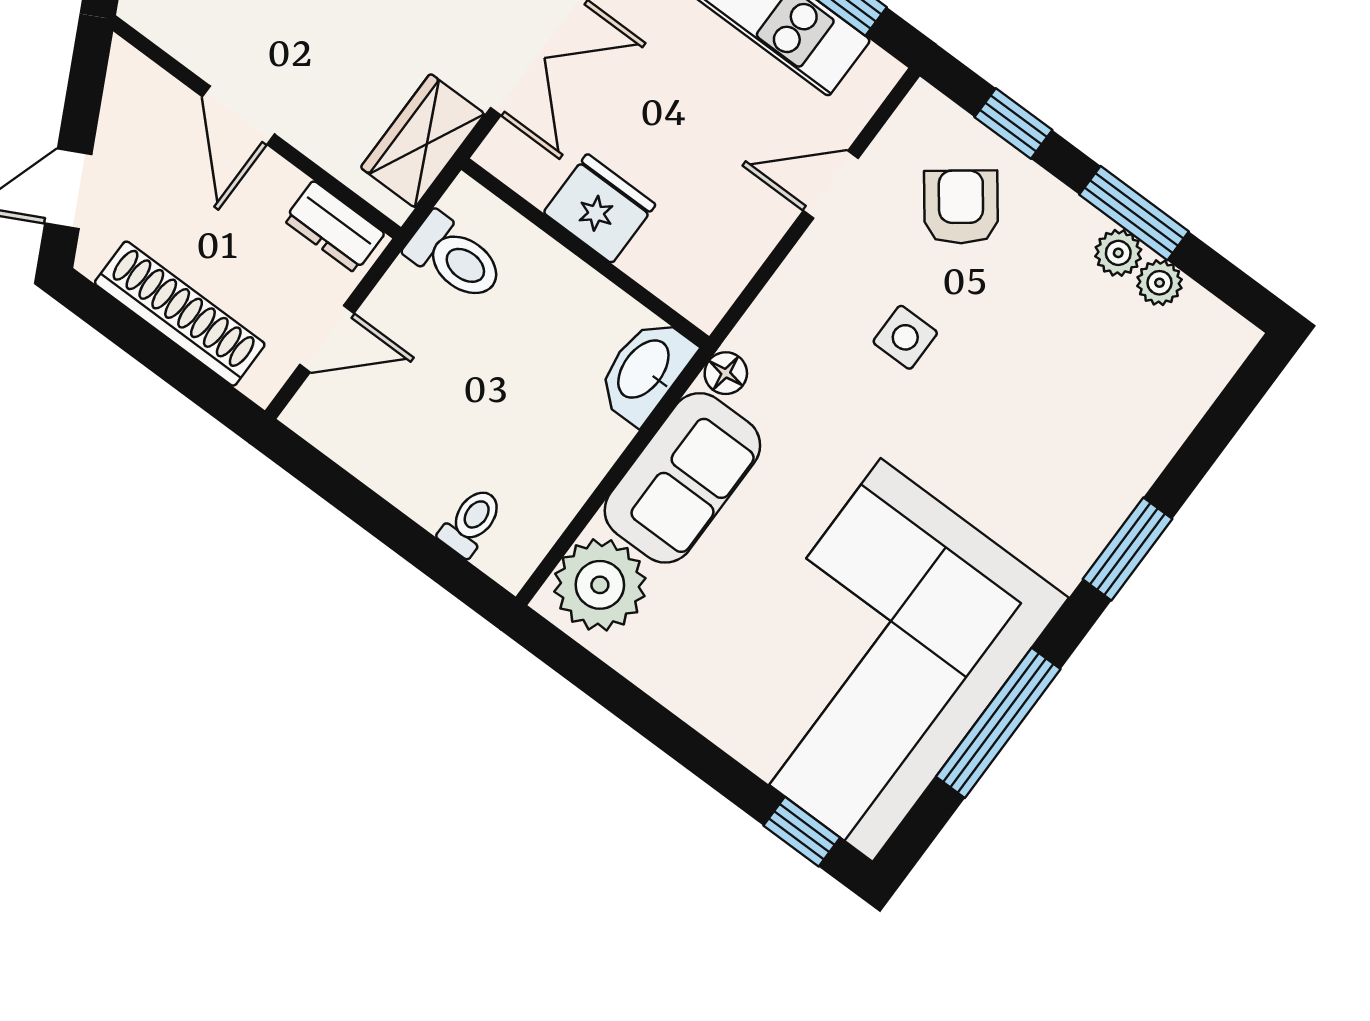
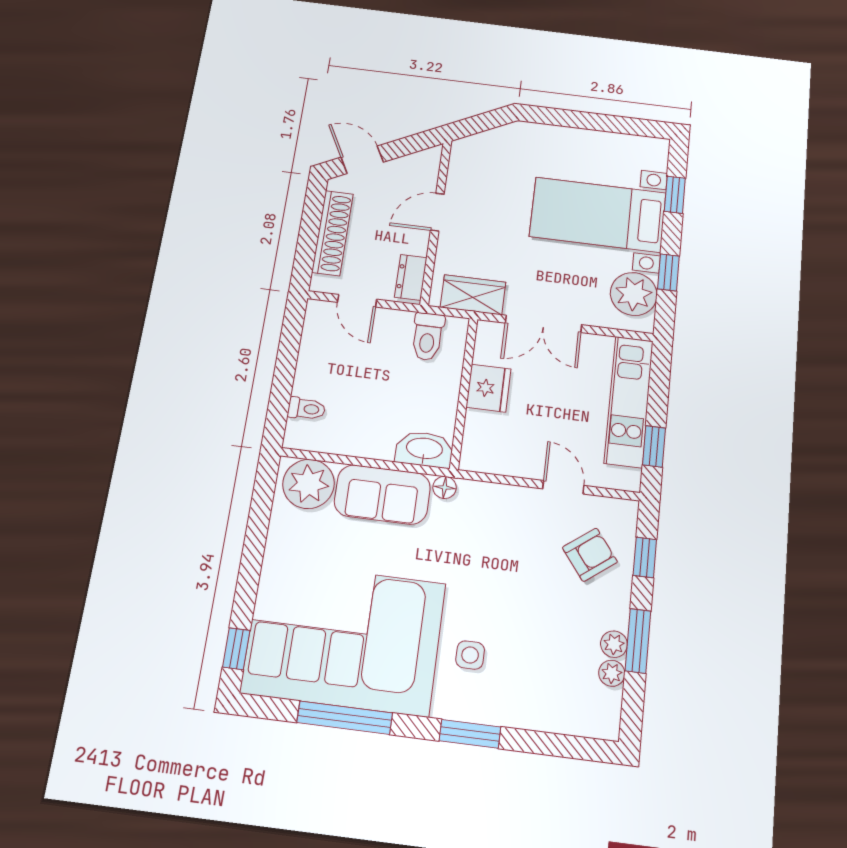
side table: (905, 337) -> (470, 655), moved

